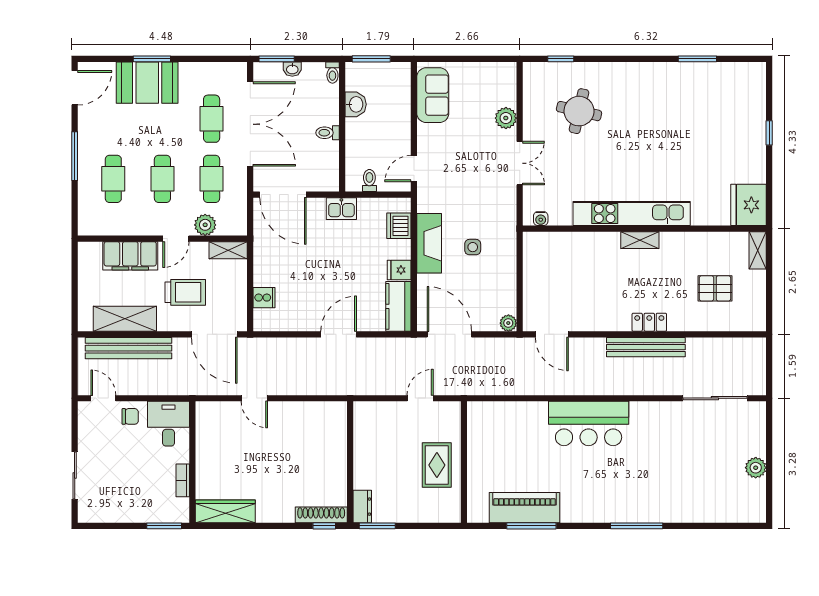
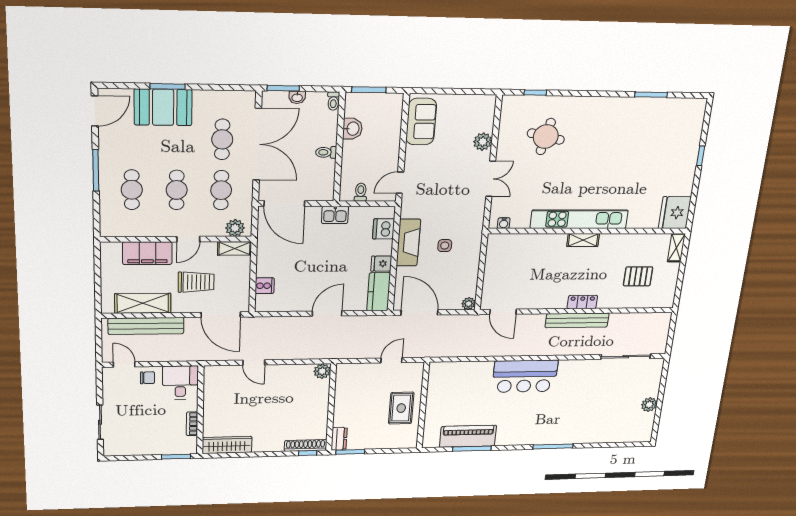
plant: (205, 225) -> (235, 228), moved
plant: (337, 412) -> (322, 371), added

